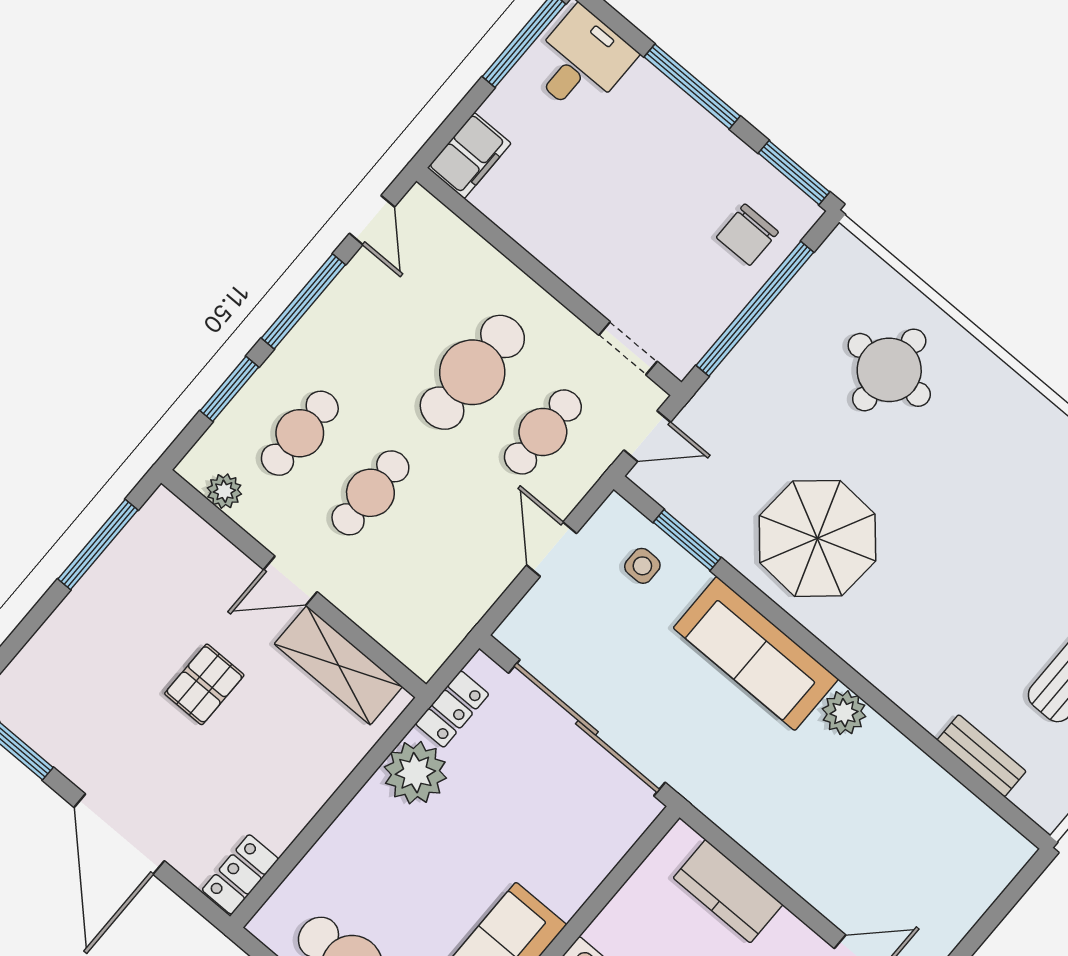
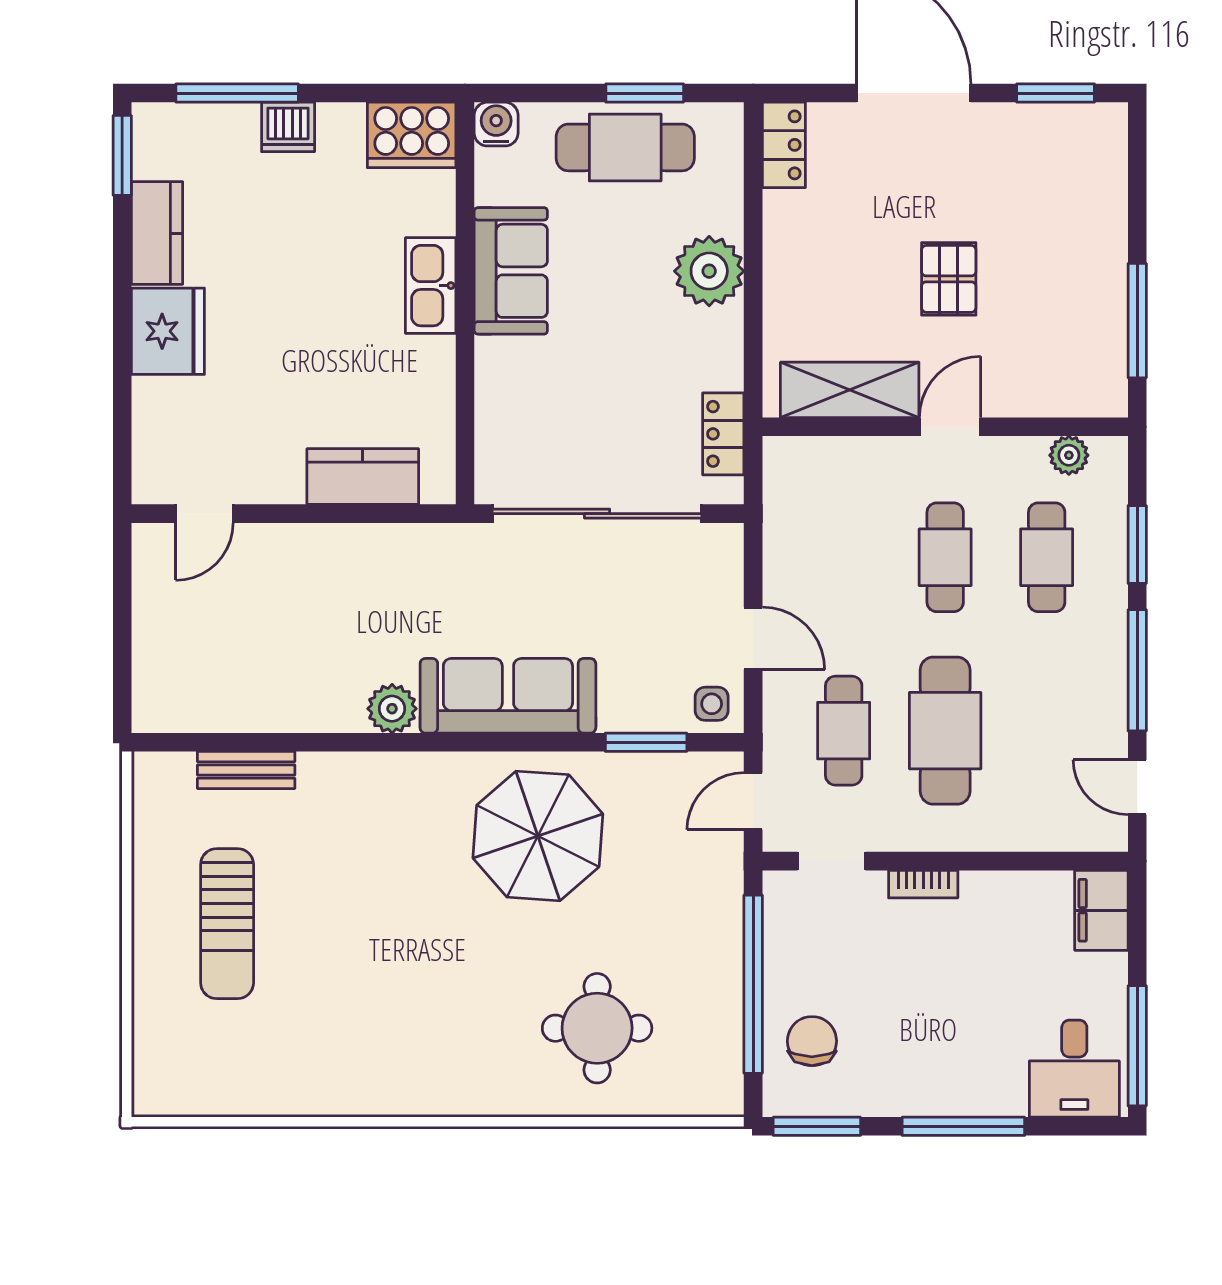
bookcase: (578, 278) -> (923, 884), added
side table: (642, 566) -> (712, 704), moved
plant: (415, 773) -> (709, 271), moved

